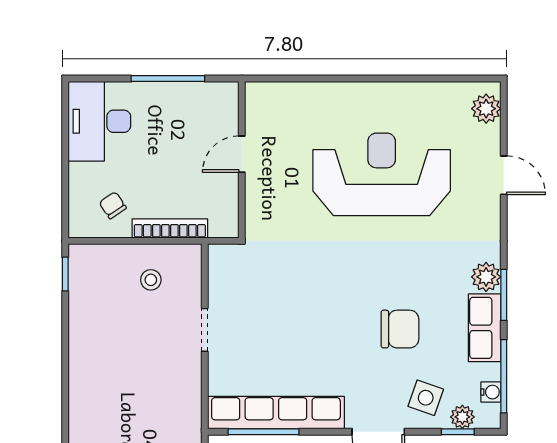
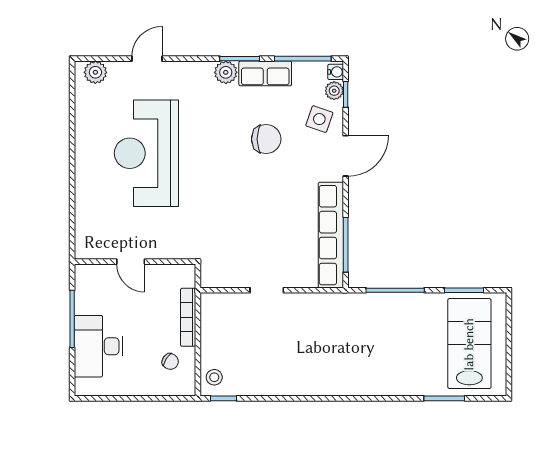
desk: (99, 121) -> (99, 346), moved, turned 90
chair: (113, 205) -> (170, 362), turned -112
stool: (151, 280) -> (214, 377), moved
chair: (400, 329) -> (266, 139), turned 90
water cooler: (491, 392) -> (336, 72), moved, turned 90

